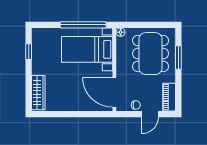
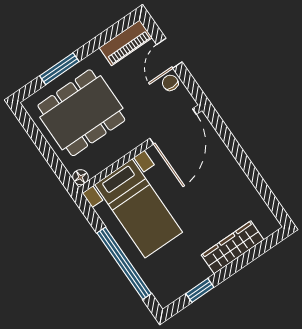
window: (83, 25) -> (124, 263), moved
wardrobe: (38, 93) -> (233, 247), moved
door: (150, 114) -> (169, 53), swing flipped

